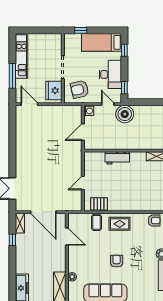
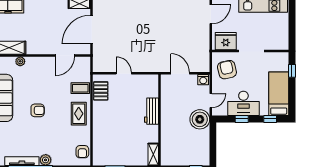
window: (124, 88) -> (242, 119), moved

